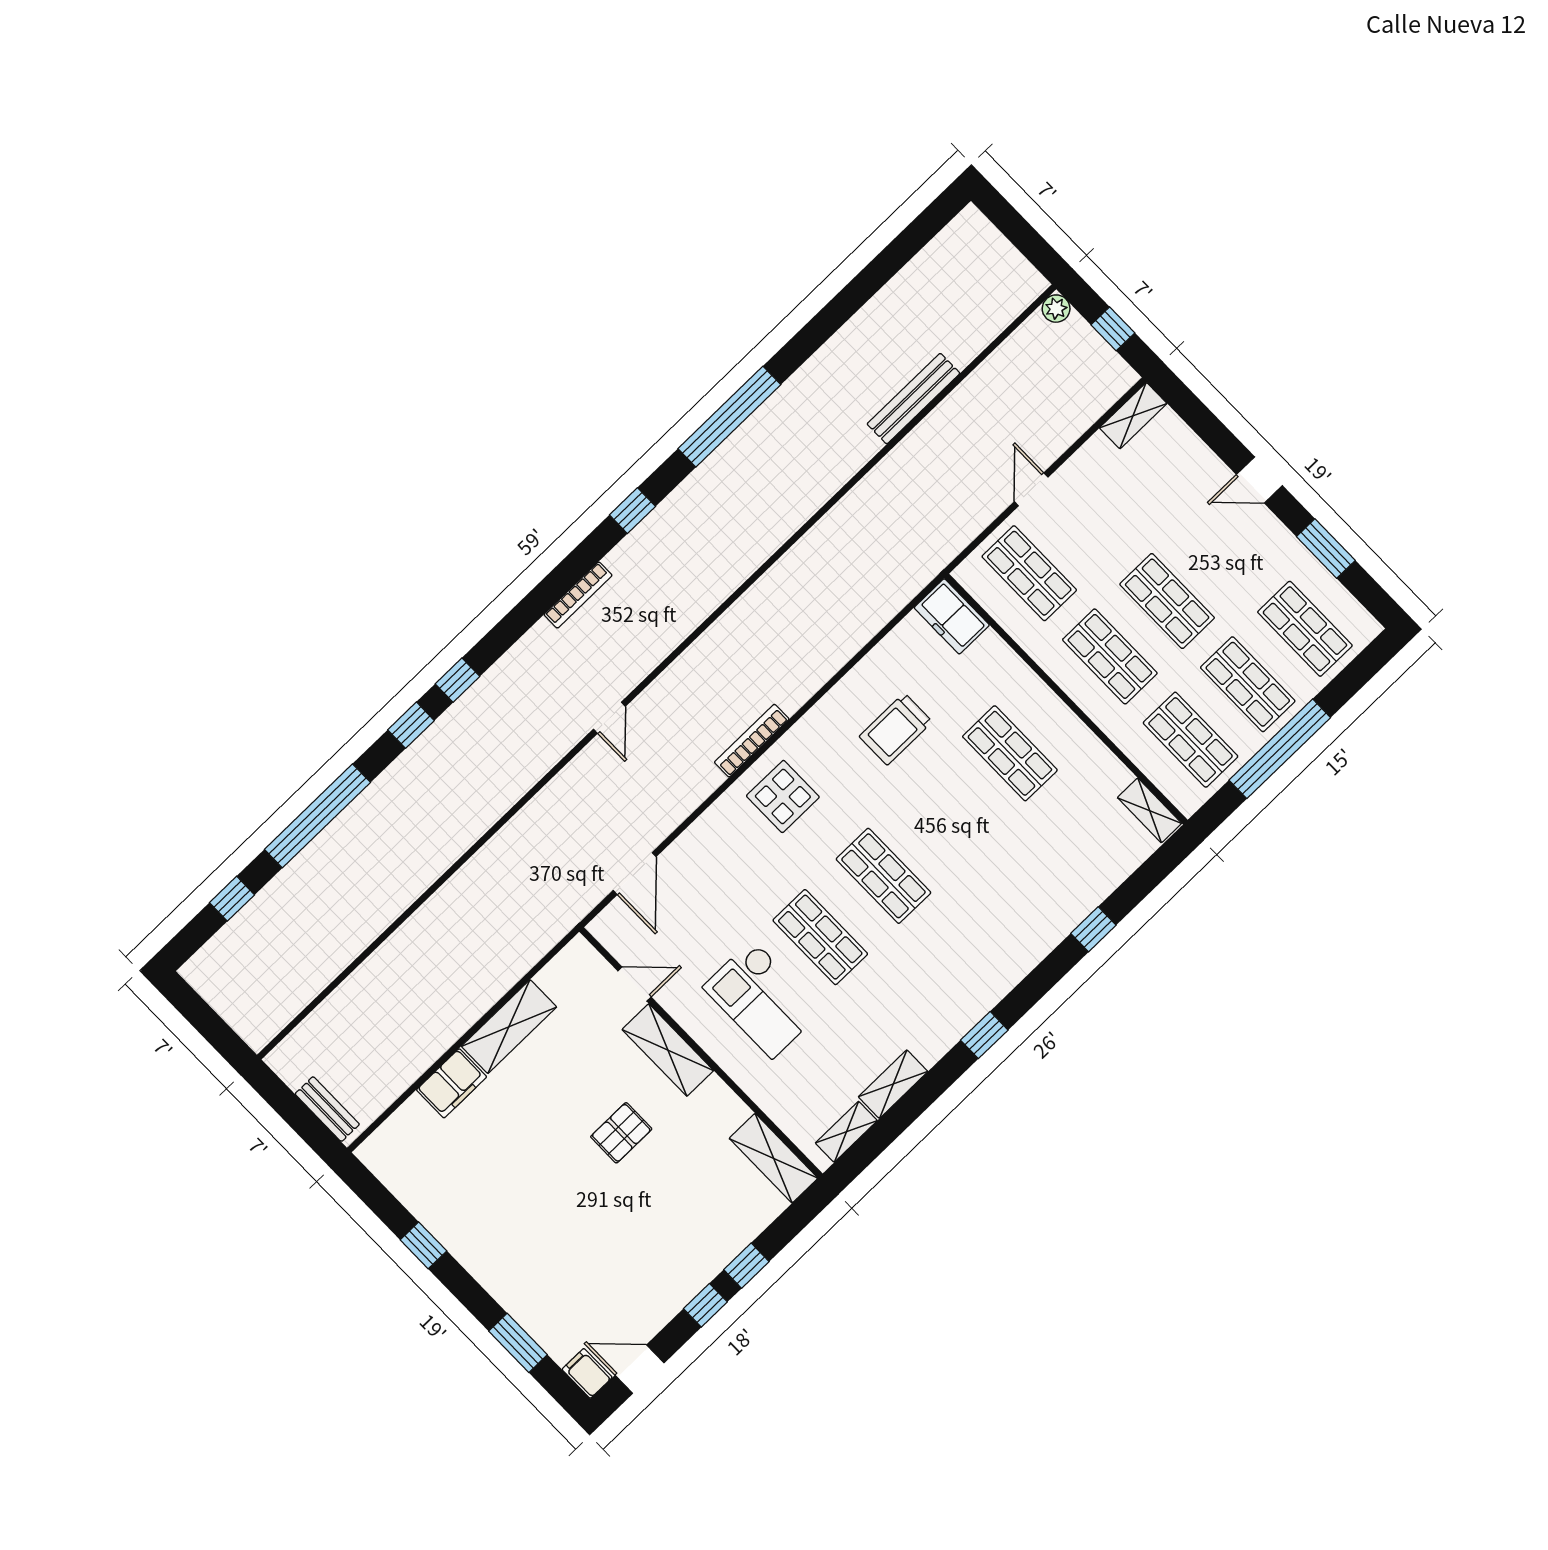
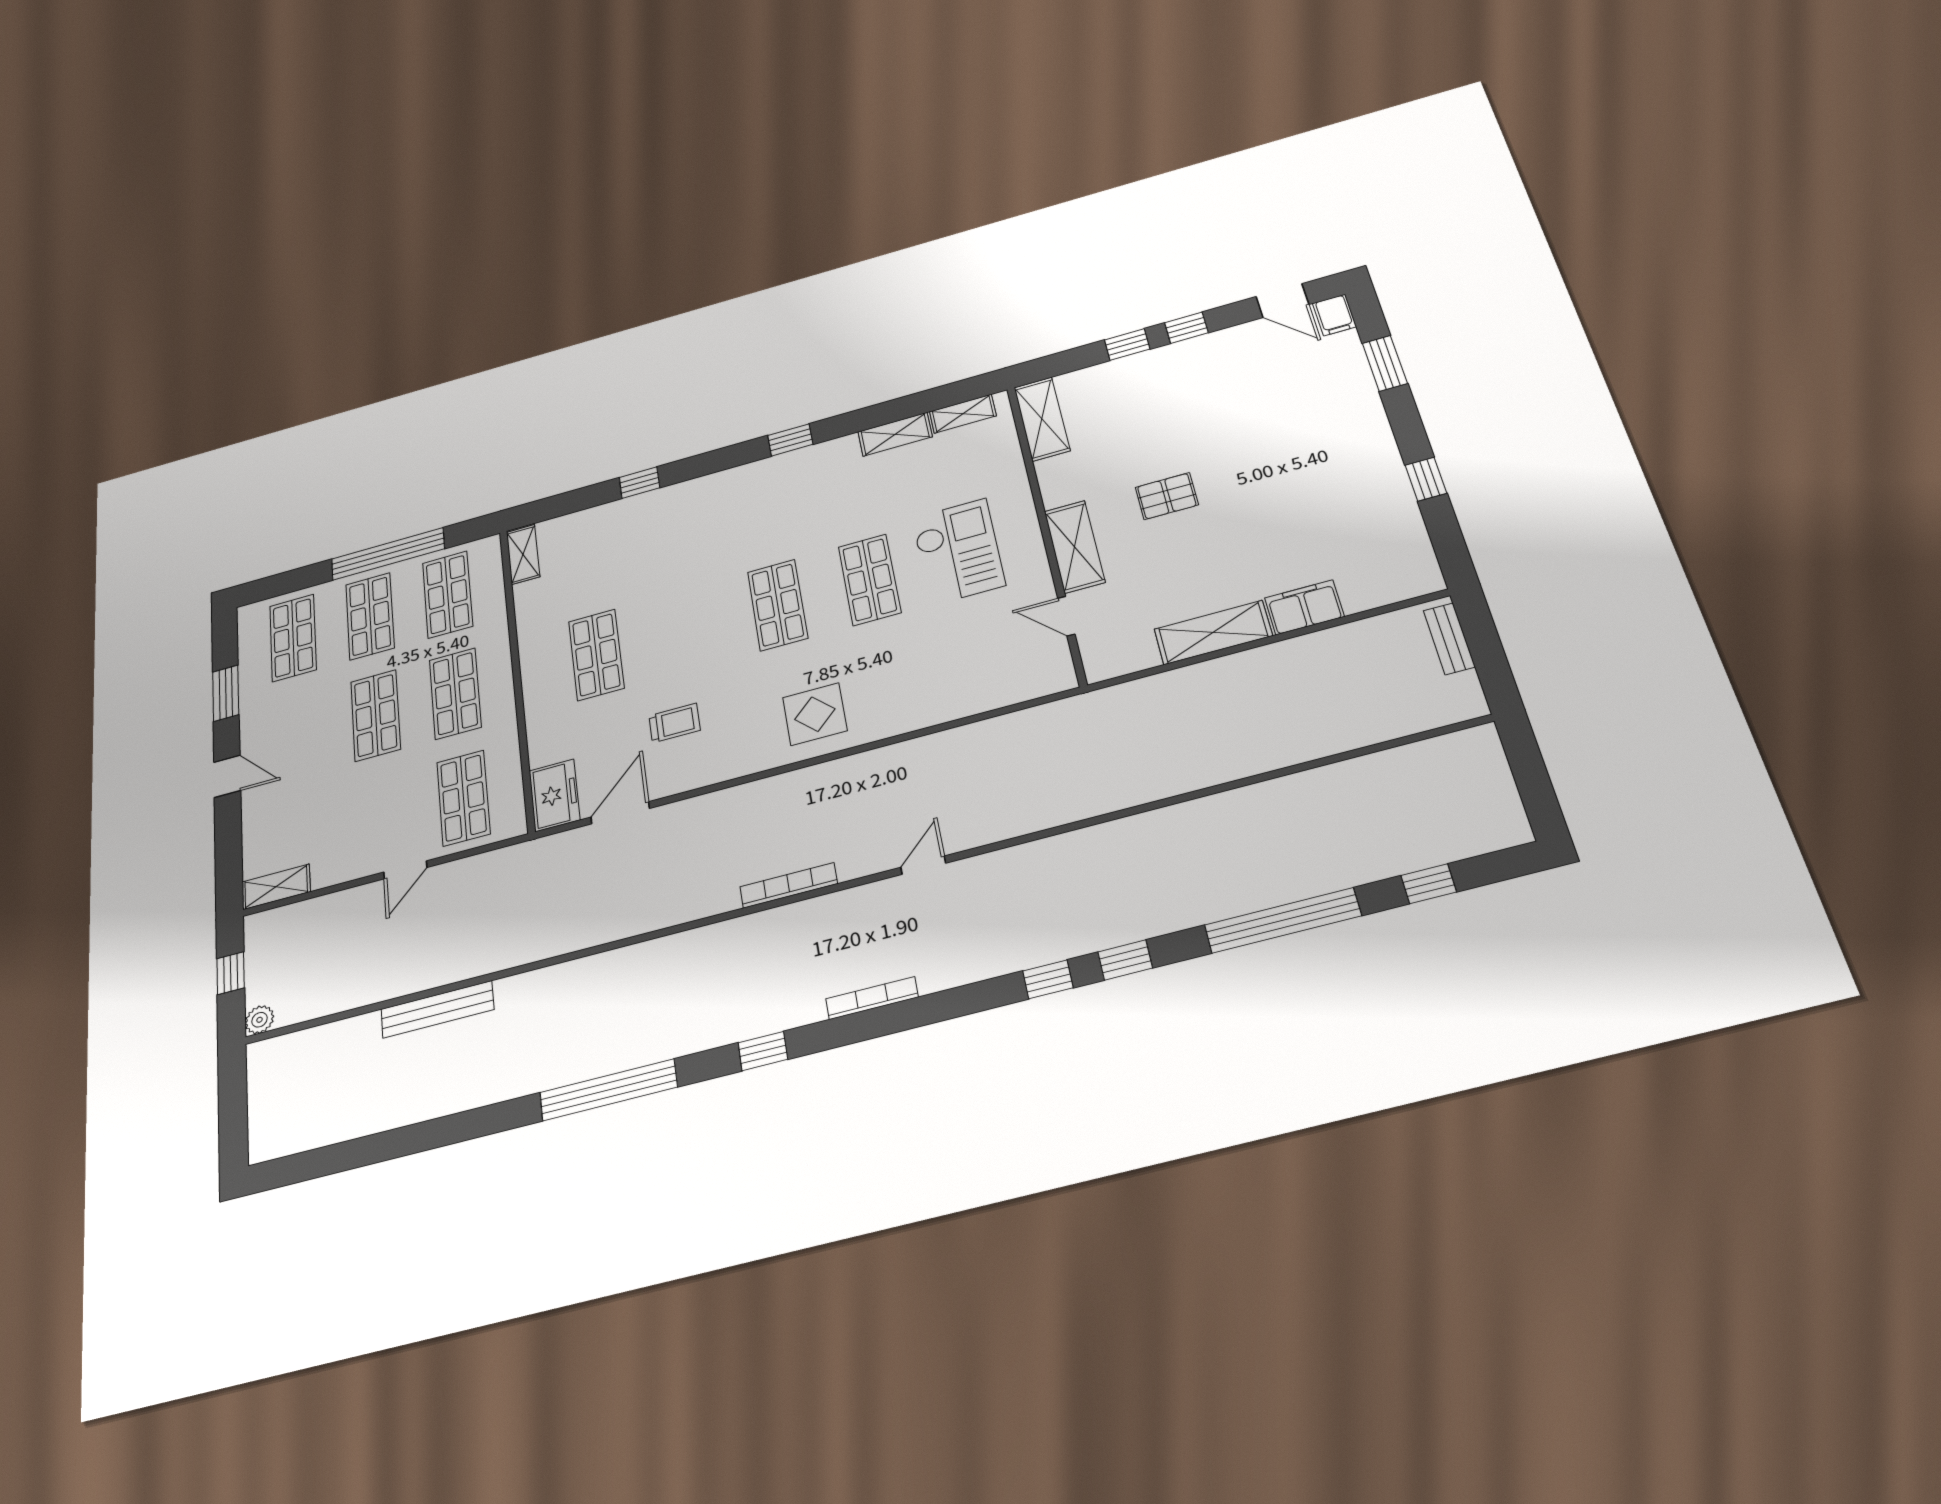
trolley: (896, 729) -> (675, 723), width x0.73, depth x0.72
bookcase: (752, 741) -> (789, 885), moved, turned 180
door: (635, 874) -> (620, 813), moved

